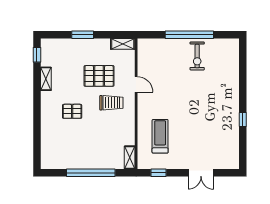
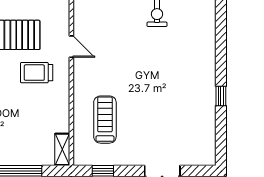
trolley: (111, 103) -> (37, 73), turned 180

